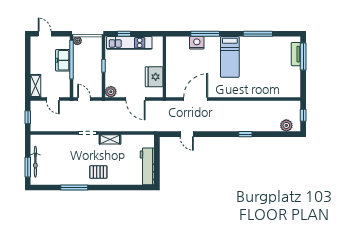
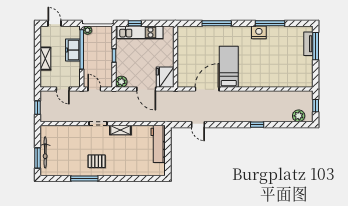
nightstand: (197, 43) -> (259, 32), moved
bed: (230, 57) -> (229, 67), moved, turned 180
fridge: (154, 77) -> (165, 77), moved
shelving: (36, 86) -> (45, 59), moved
workbench: (147, 166) -> (158, 144), moved
pallet: (98, 172) -> (97, 161), moved

